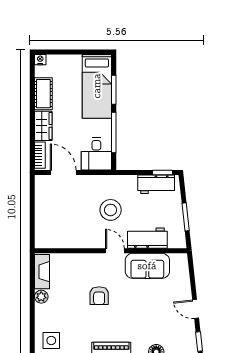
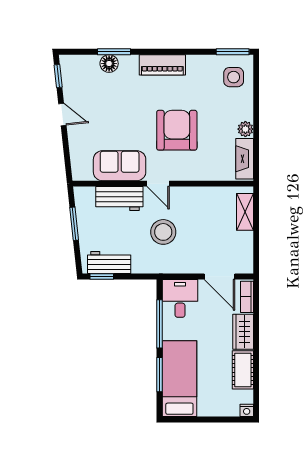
shelving: (42, 227) -> (245, 212), added
armchair: (99, 296) -> (177, 130), width x1.88, depth x1.88

